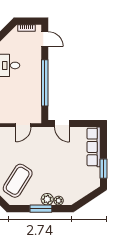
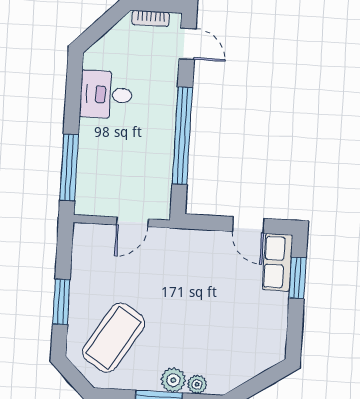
door: (62, 123) -> (248, 225), moved
row of seats: (94, 147) -> (278, 262), width x0.68
window: (103, 169) -> (298, 278), moved

